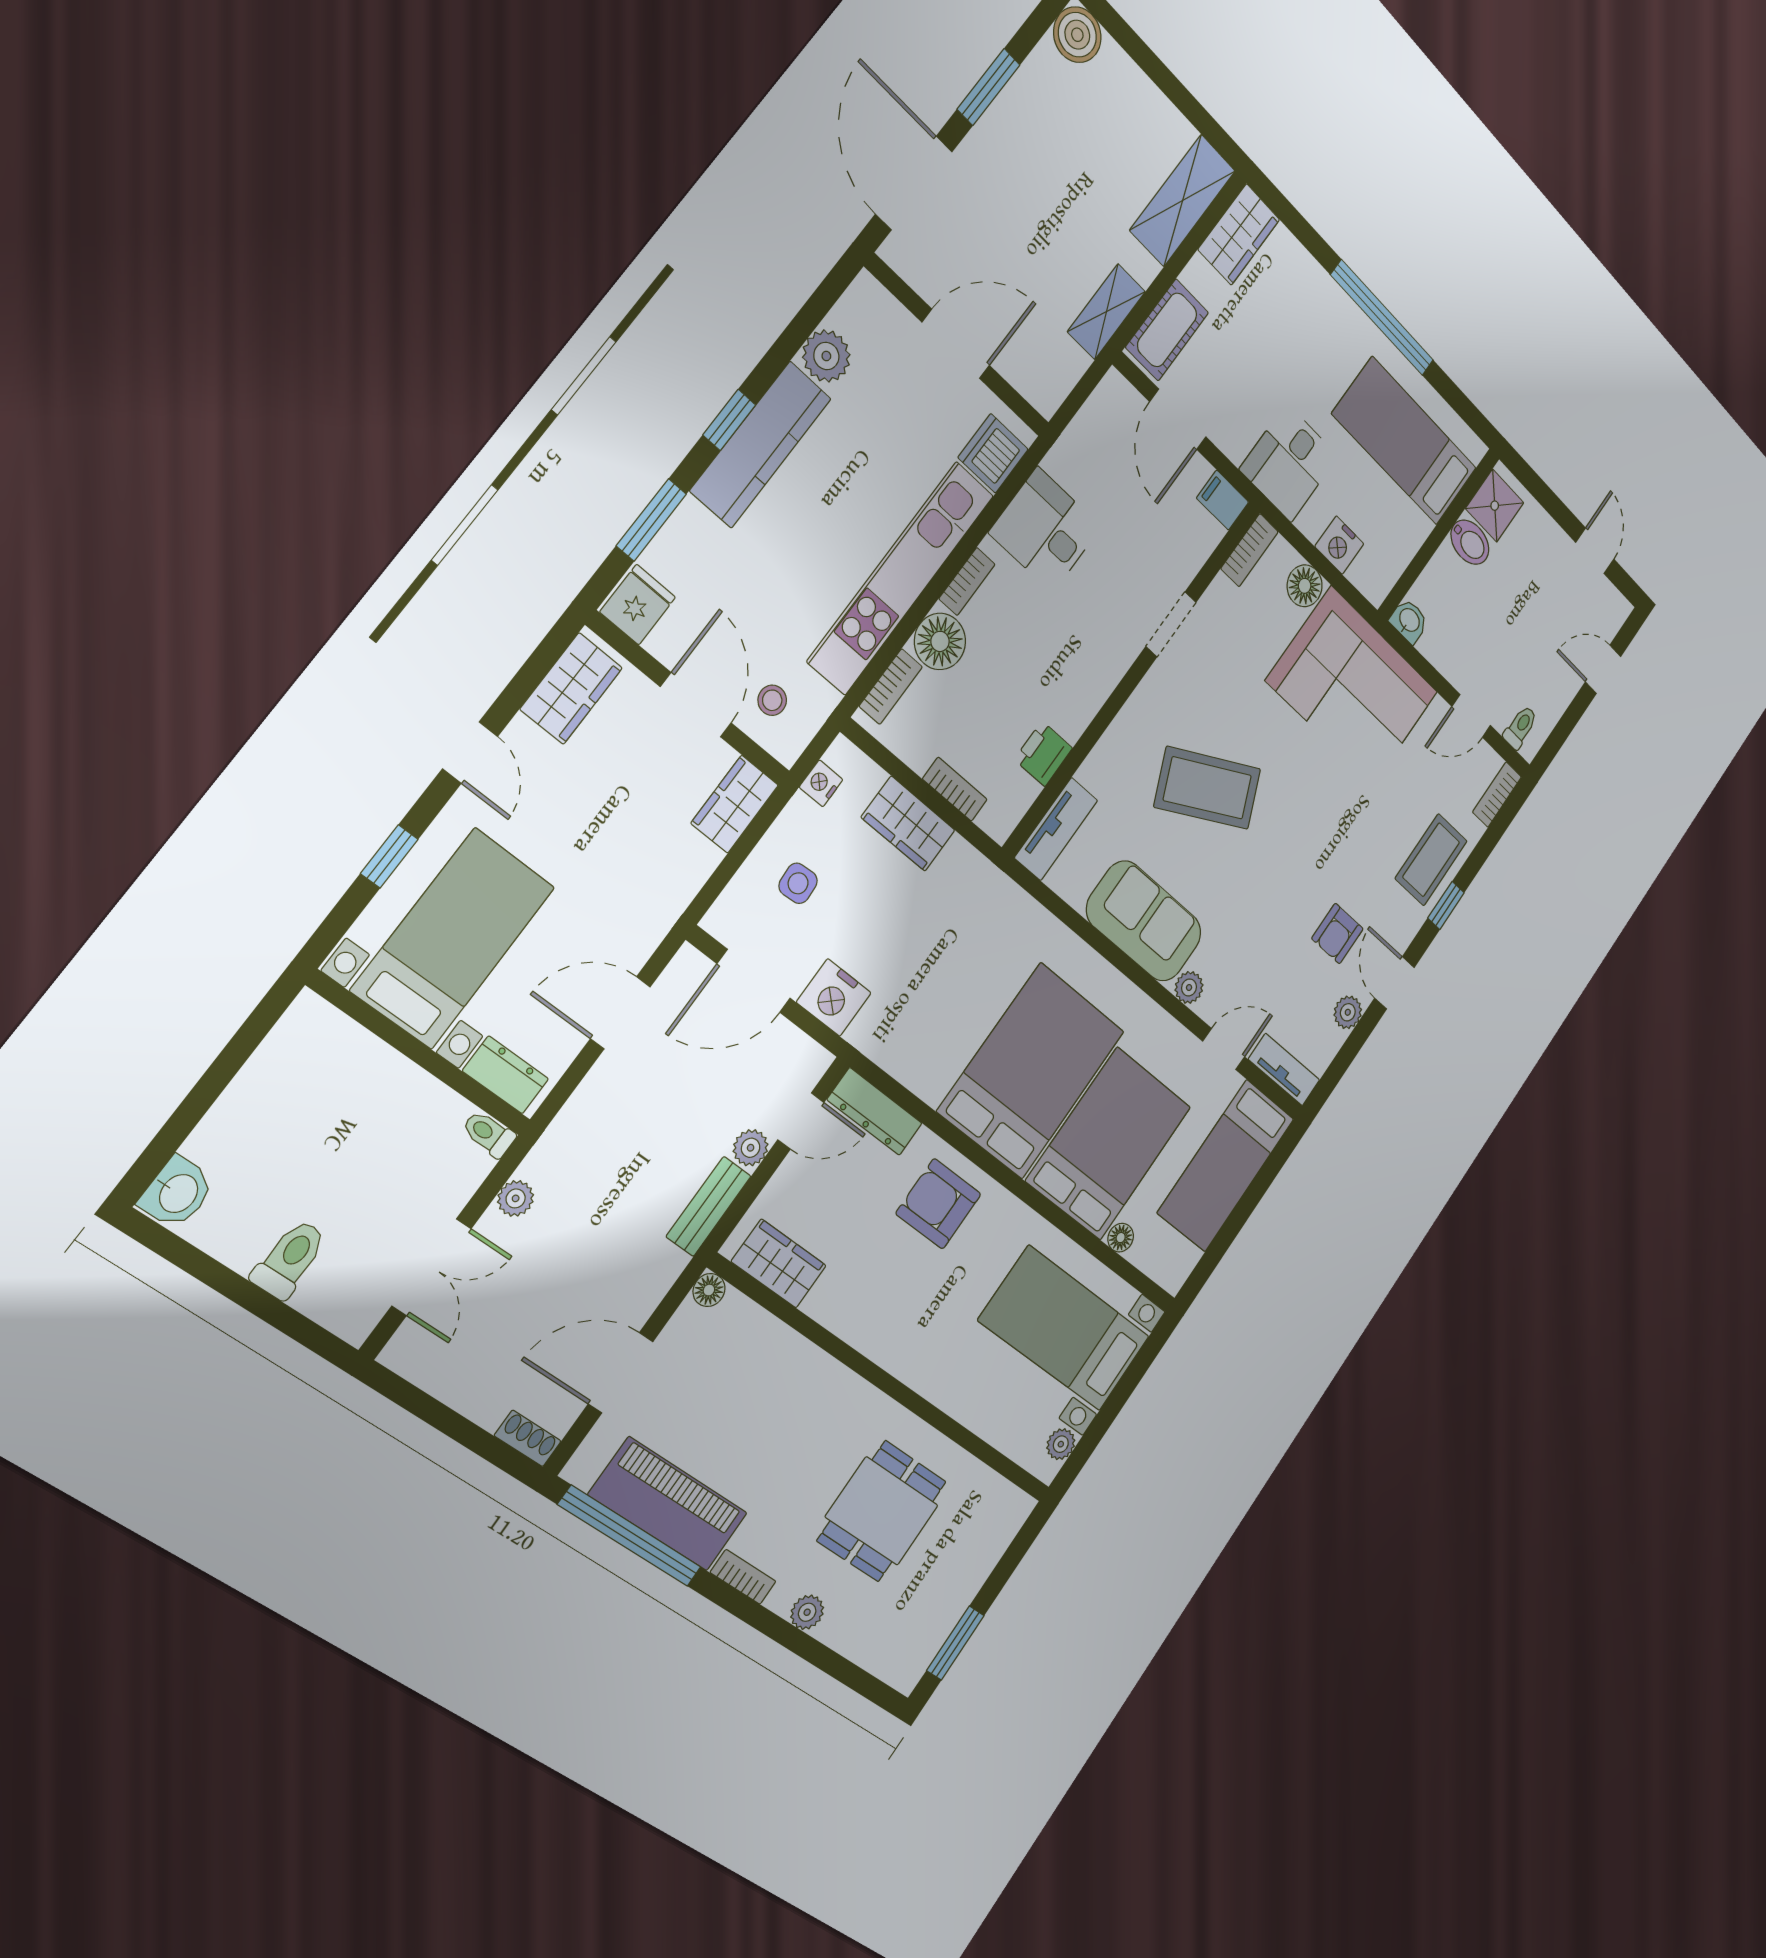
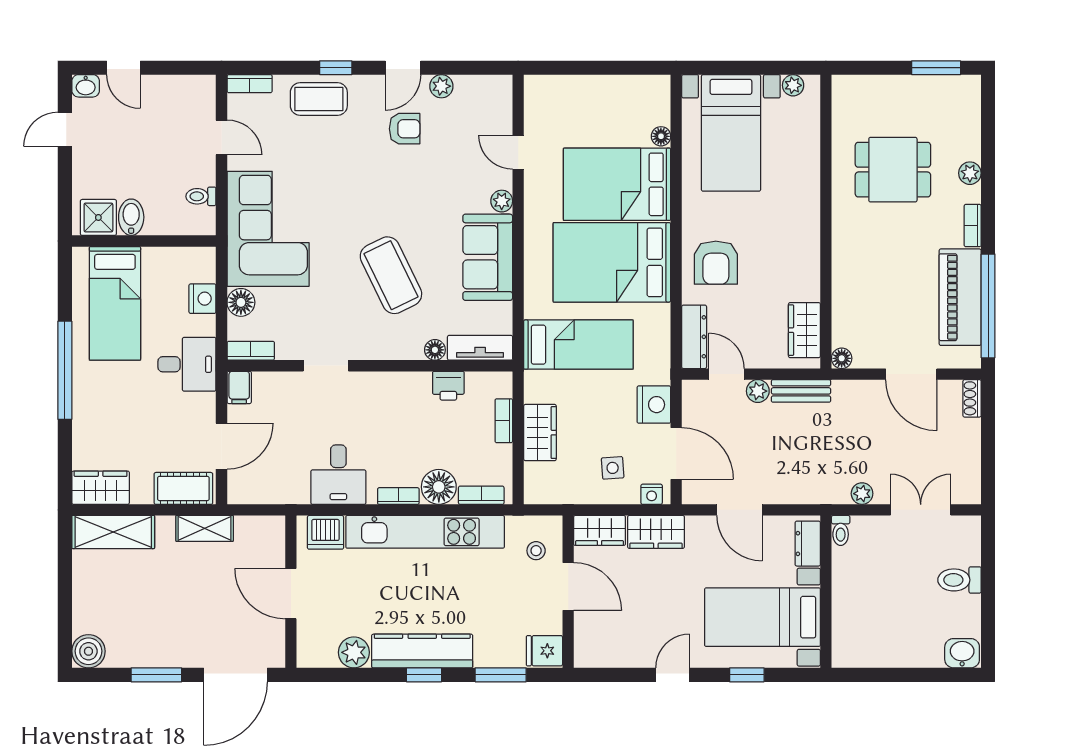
washbasin: (1409, 621) -> (86, 86), moved, turned -90
wardrobe: (571, 688) -> (656, 532), moved, turned 180
door: (696, 705) -> (568, 587), swing flipped
toilet: (1520, 727) -> (201, 196), moved
floor lamp: (1093, 771) -> (435, 350), added
nightstand: (821, 783) -> (652, 494), moved
tv unit: (1284, 1070) -> (502, 103), removed
bed: (1226, 1165) -> (578, 345), moved

